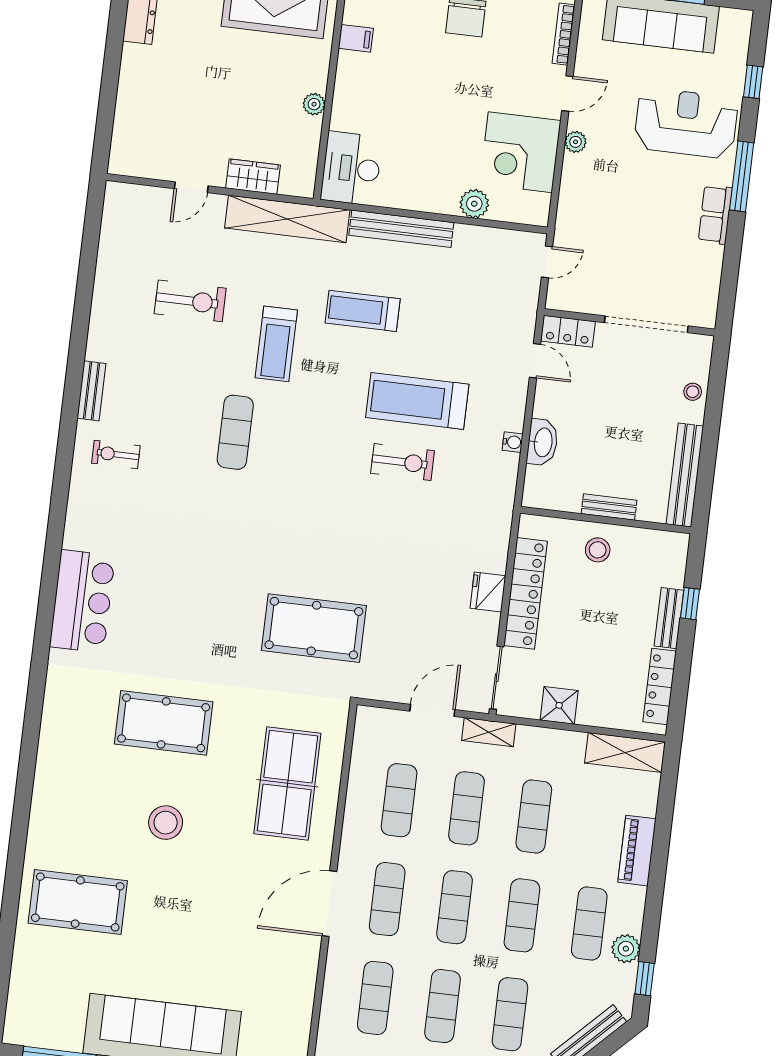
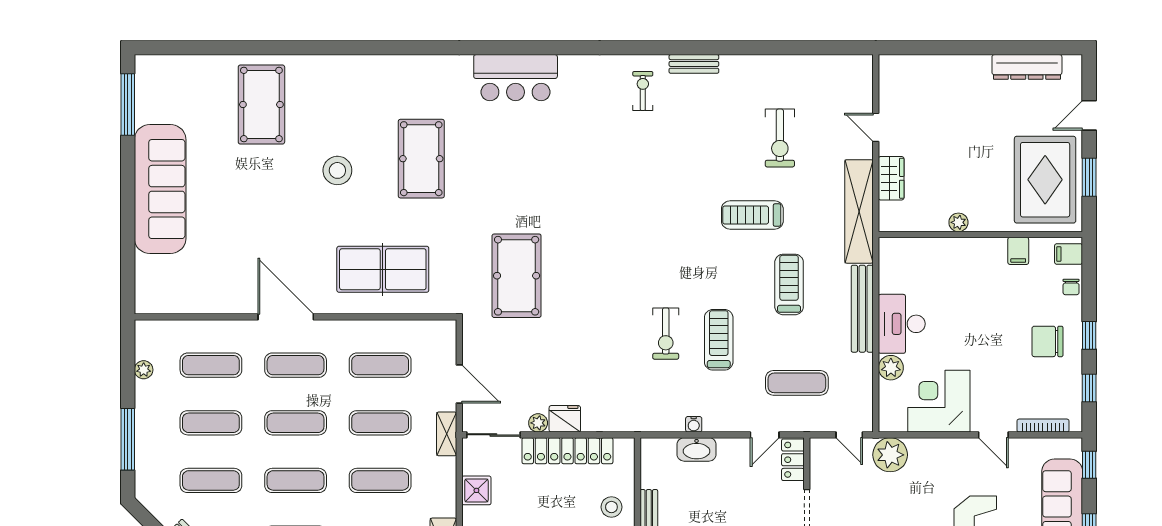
plant: (576, 142) -> (890, 455), moved, width x1.88, depth x1.88
desk: (351, 168) -> (902, 324), moved, turned -90
treadmill: (417, 401) -> (719, 340), width x0.73, depth x0.73
exercise mat: (235, 432) -> (797, 383), moved
plant: (489, 624) -> (538, 423), added

